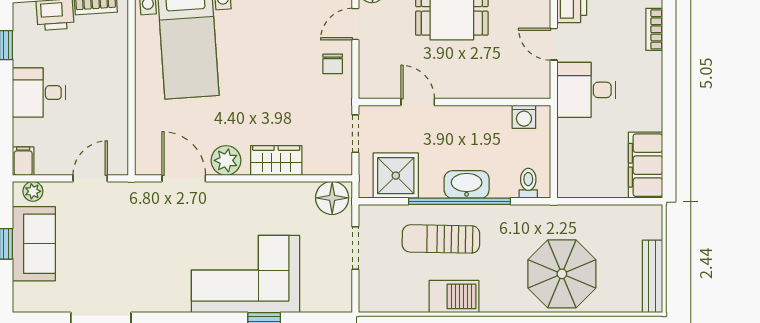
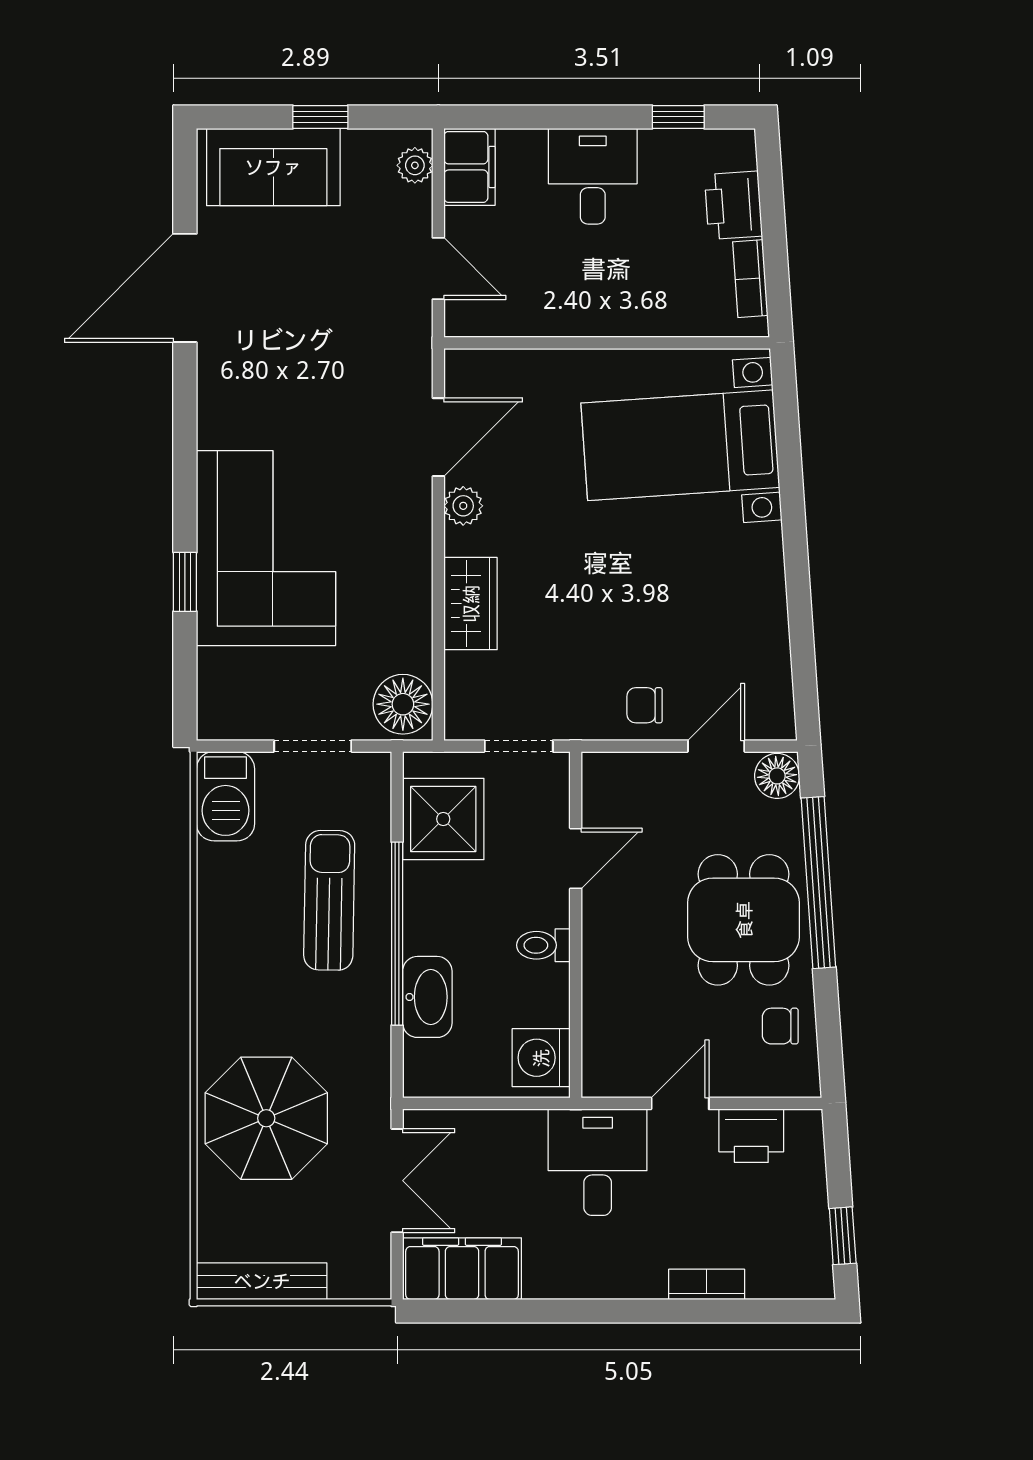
door: (355, 24) -> (716, 746), hinge flipped
washing machine: (524, 117) -> (541, 1058), width x1.38, depth x1.38
plant: (226, 160) -> (463, 506), width x0.73, depth x0.73
filing cabinet: (23, 161) -> (469, 167), width x2.00
toilet: (528, 183) -> (543, 945), moved, turned 180
washbasin: (467, 184) -> (427, 997), moved
double door: (597, 201) -> (397, 1181), added
sofa: (34, 244) -> (273, 167), moved
barbecue: (454, 296) -> (226, 796), moved

